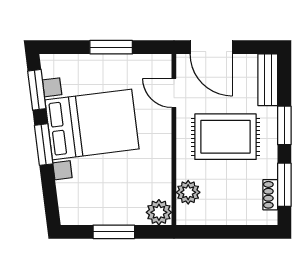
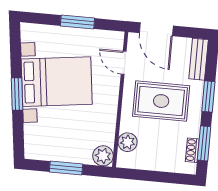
window: (37, 90) -> (16, 50), removed

